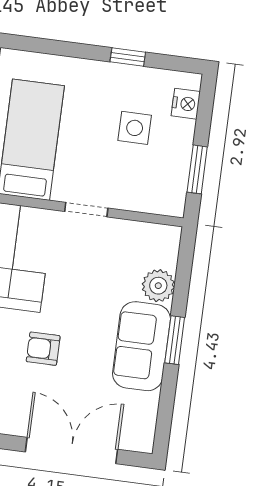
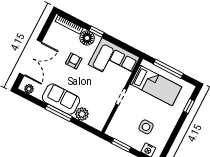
window: (128, 57) -> (189, 106), moved
window: (175, 340) -> (59, 113), width x1.44
plant: (145, 428) -> (29, 89), added

